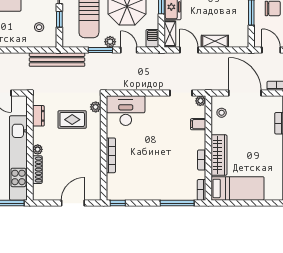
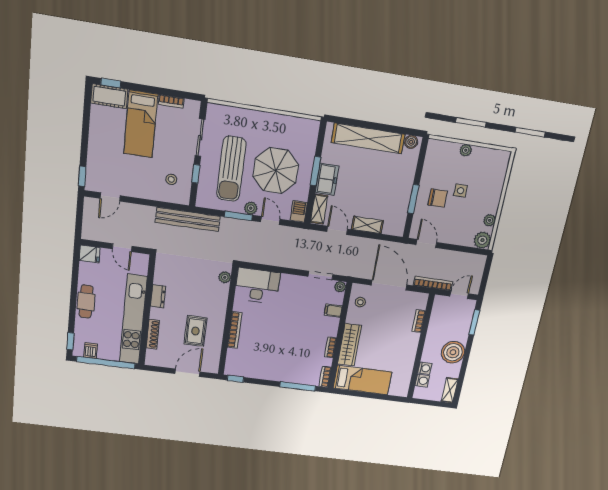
dresser: (38, 116) -> (158, 296), moved
rug: (72, 120) -> (195, 331), moved, turned 90
plant: (38, 149) -> (155, 313), removed

